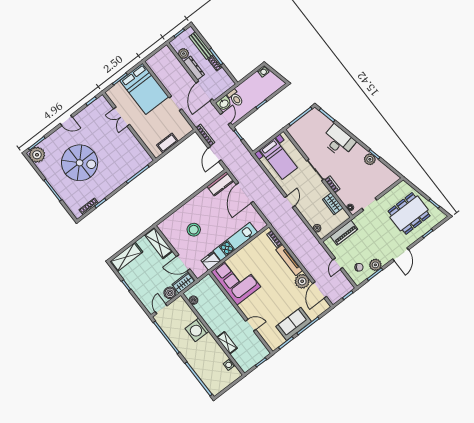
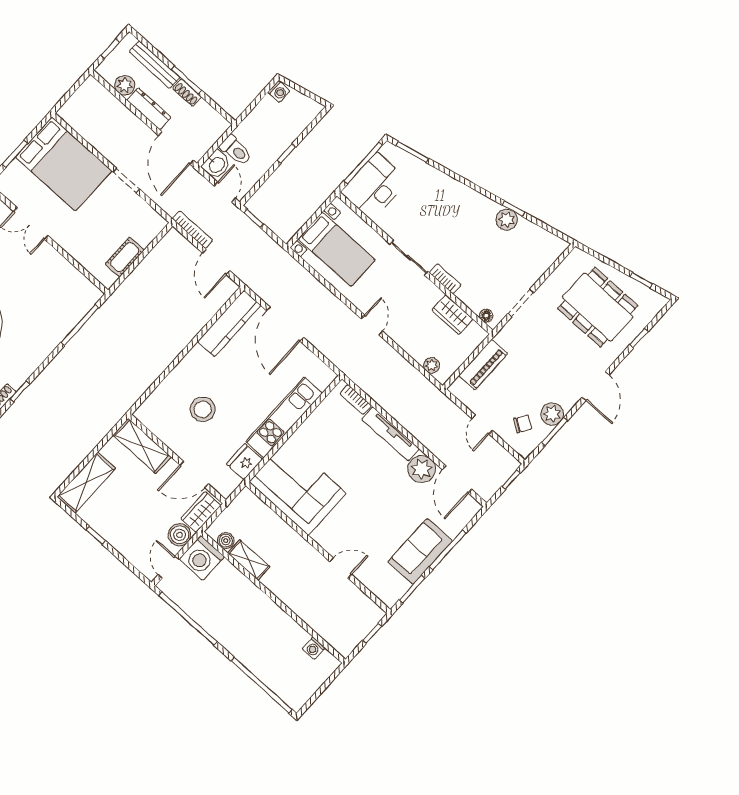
desk: (338, 141) -> (374, 186), moved, turned -77
kitchen counter: (220, 184) -> (229, 323), width x1.50
dining table: (409, 213) -> (598, 307), turned 90
washing machine: (197, 330) -> (202, 558), moved
shelving: (227, 343) -> (249, 560), moved

